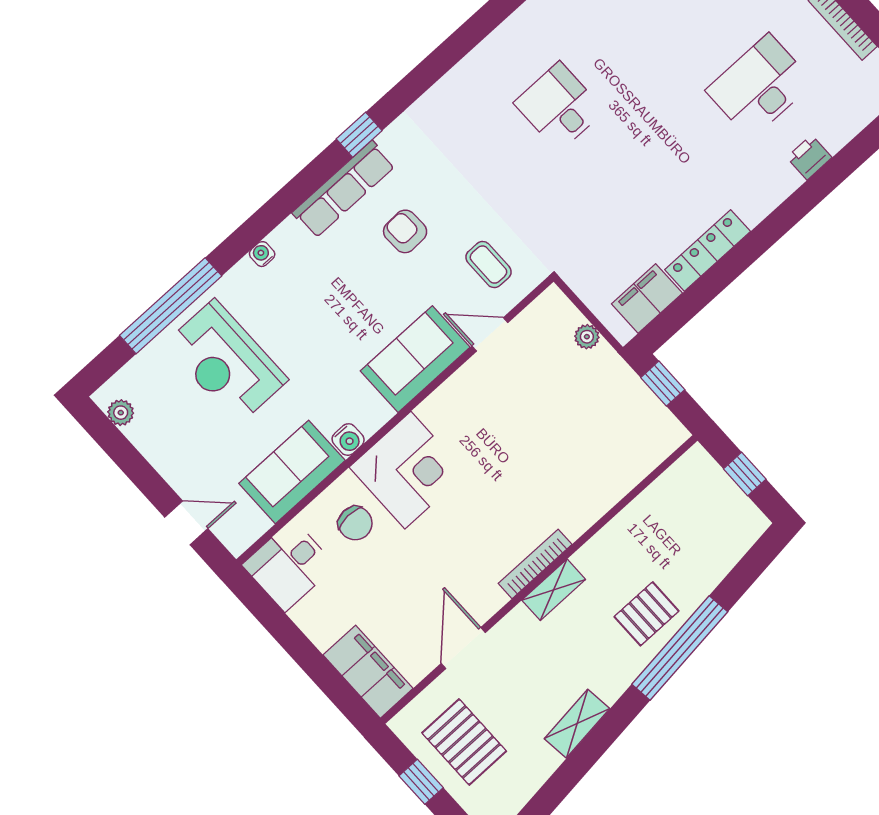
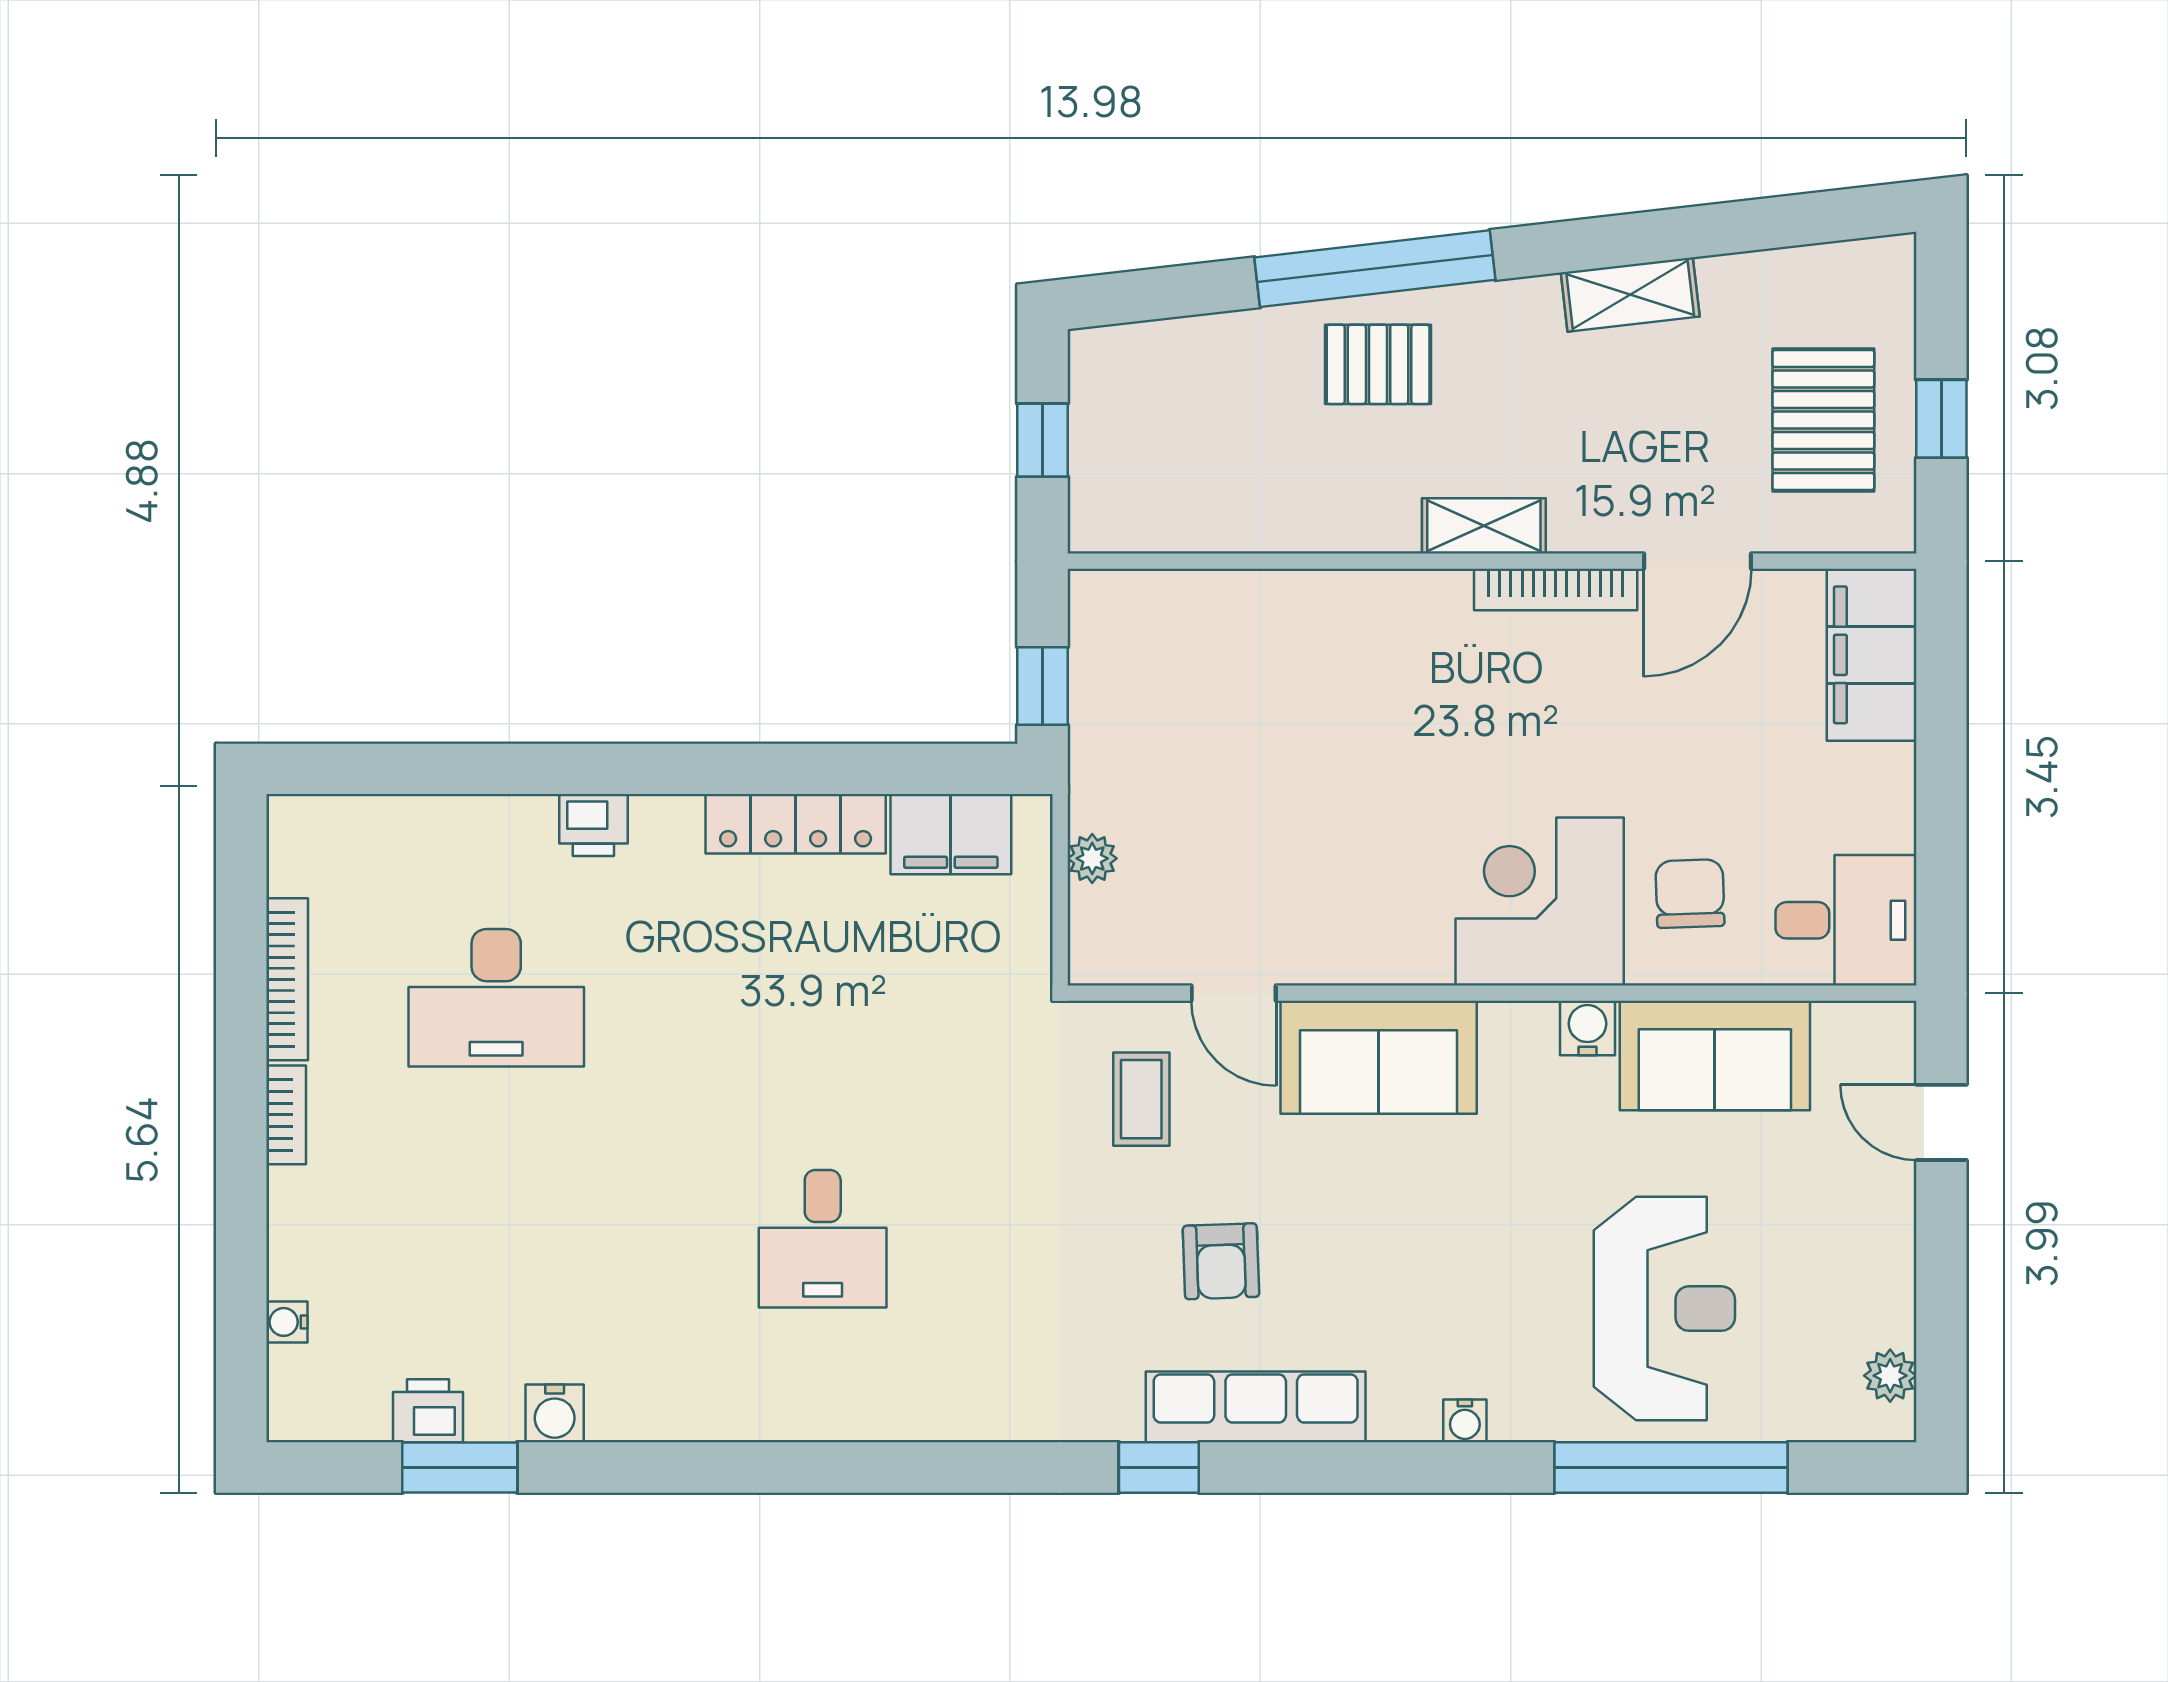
printer: (809, 157) -> (593, 825), moved
bookcase: (535, 564) -> (1556, 590), moved

